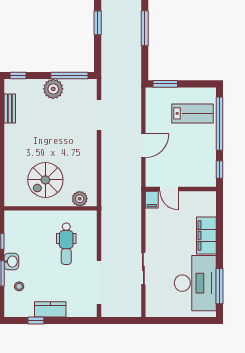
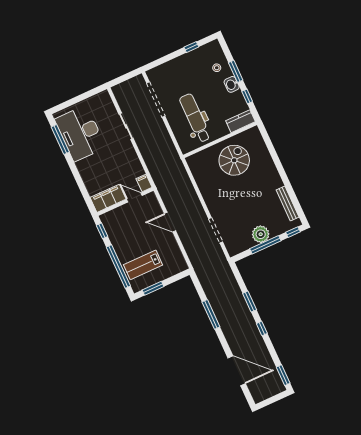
window: (69, 76) -> (265, 245), moved
window: (165, 84) -> (153, 288), moved
bench: (10, 108) -> (288, 203), width x1.36
door: (143, 146) -> (170, 222), hinge flipped
plant: (80, 199) -> (201, 158), removed
filing cabinet: (206, 235) -> (108, 198), moved, turned -90
dental chair: (66, 244) -> (195, 118), width x1.36, depth x1.38
kitchen counter: (50, 309) -> (241, 121), moved, turned 180

